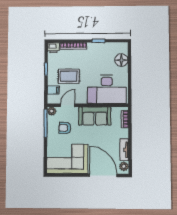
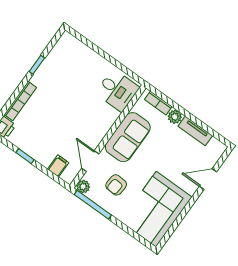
floor lamp: (121, 60) -> (82, 54), removed
rug: (69, 76) -> (55, 134), removed
desk: (107, 89) -> (117, 90), width x0.53, depth x0.77
plant: (124, 166) -> (175, 117), moved
door: (103, 175) -> (208, 179), width x0.53

